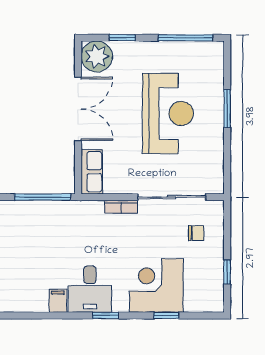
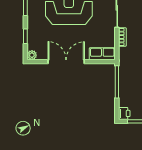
plant: (97, 56) -> (32, 55), width x0.53, depth x0.53

